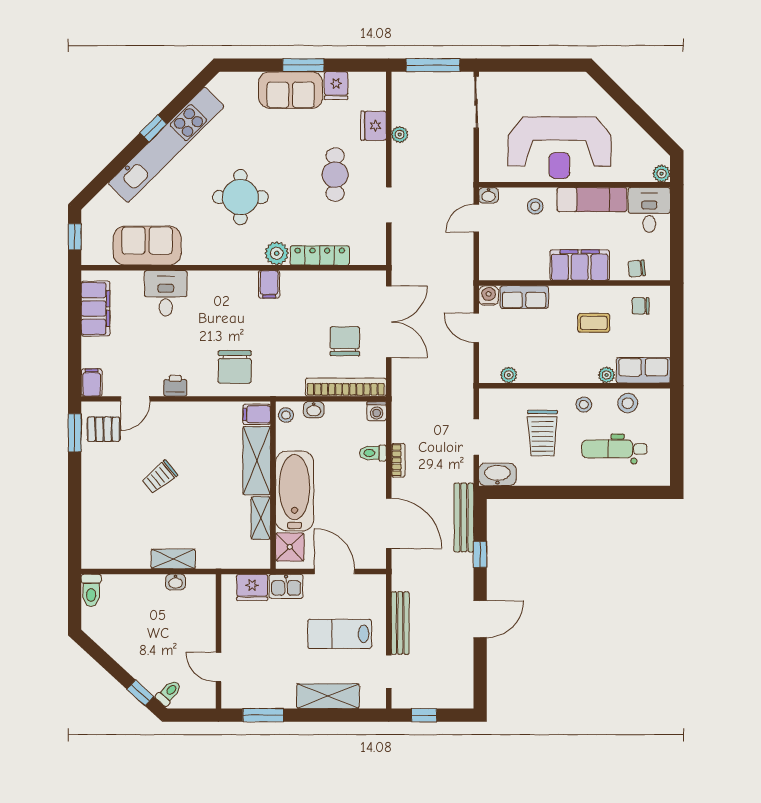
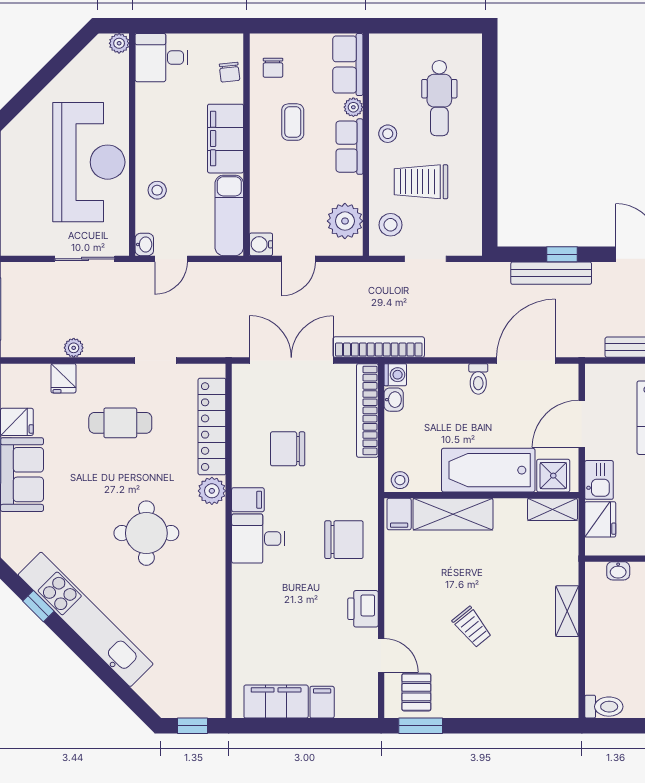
sliding door: (476, 102) -> (85, 259), moved
fridge: (373, 126) -> (63, 378), width x0.72
window: (153, 128) -> (38, 606), moved
exam couch: (592, 200) -> (229, 215), moved, turned 180
door: (476, 218) -> (171, 259), hinge flipped
sofa: (147, 246) -> (203, 641), removed
locker: (320, 255) -> (212, 427), width x1.41, depth x1.21
desk: (166, 293) -> (258, 539), moved
row of seats: (524, 297) -> (349, 147), moved, turned 180
chair: (345, 341) -> (288, 449), moved
plant: (509, 375) -> (345, 221), width x1.88, depth x1.88
filing cabinet: (92, 383) -> (322, 702), moved, turned 90
printer: (175, 386) -> (363, 609), width x1.36, depth x1.24
stool: (628, 403) -> (391, 225), moved
washbasin: (314, 410) -> (394, 400), moved
trolley: (542, 433) -> (421, 182), turned 180
toilet: (373, 453) -> (478, 379), moved
bookcase: (398, 460) -> (379, 347), moved, width x2.31, depth x1.31
washbasin: (497, 474) -> (469, 234), removed
bench: (464, 517) -> (551, 273), moved
shelving: (261, 518) -> (552, 509), moved
washbasin: (176, 582) -> (618, 571), moved, turned 90

